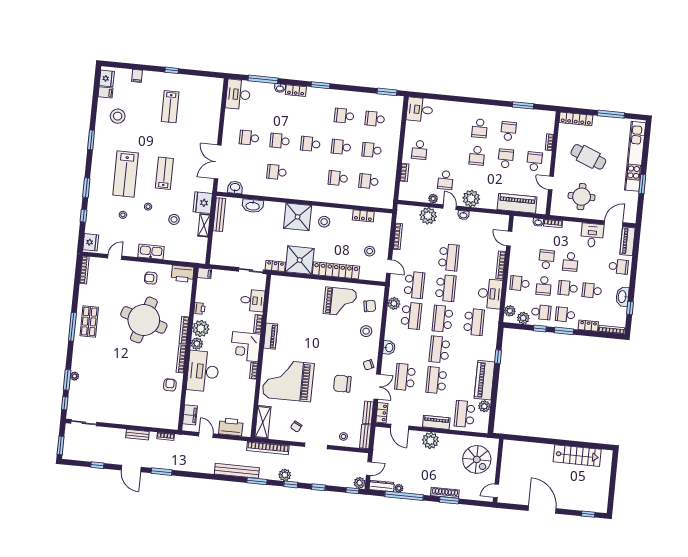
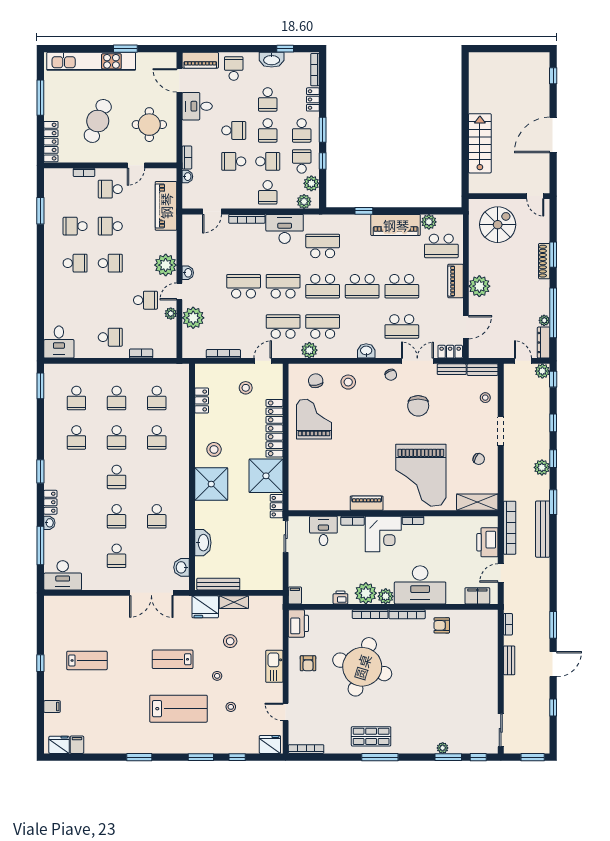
stool: (118, 116) -> (106, 726), removed
bookcase: (268, 448) -> (510, 528), moved
stairs: (577, 456) -> (480, 143), moved

